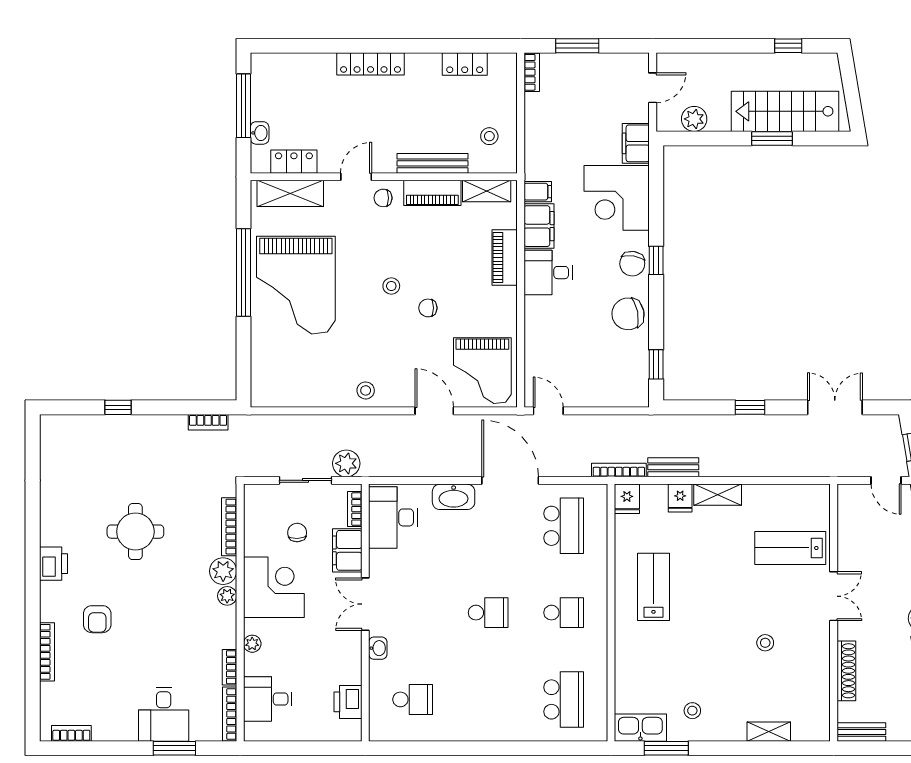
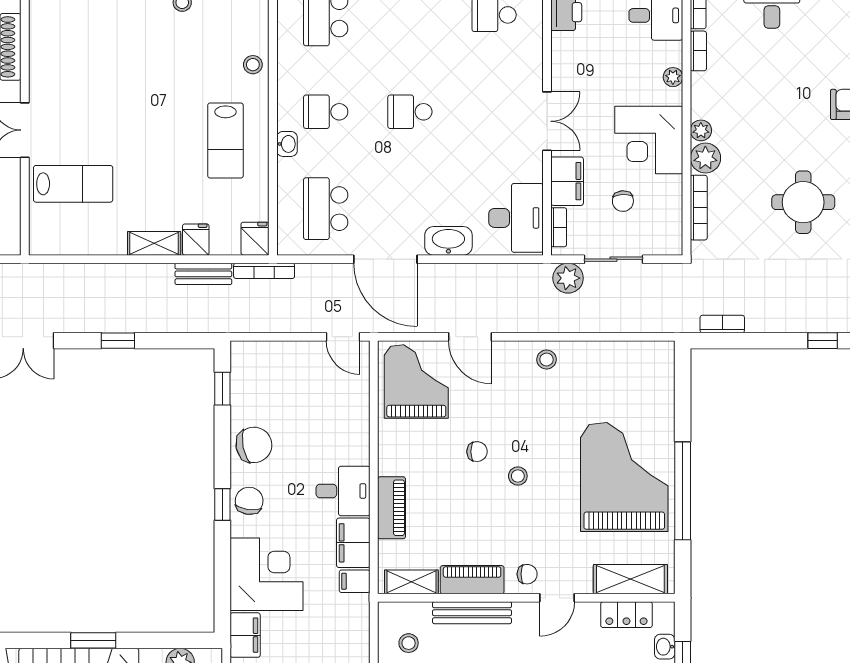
stool: (765, 643) -> (253, 65), moved
washbasin: (378, 648) -> (287, 144), moved, turned 180

